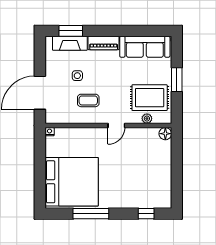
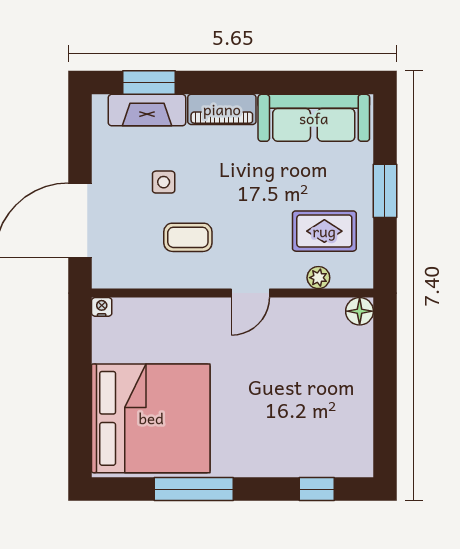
rug: (150, 98) -> (324, 231), width x0.73, depth x0.70

